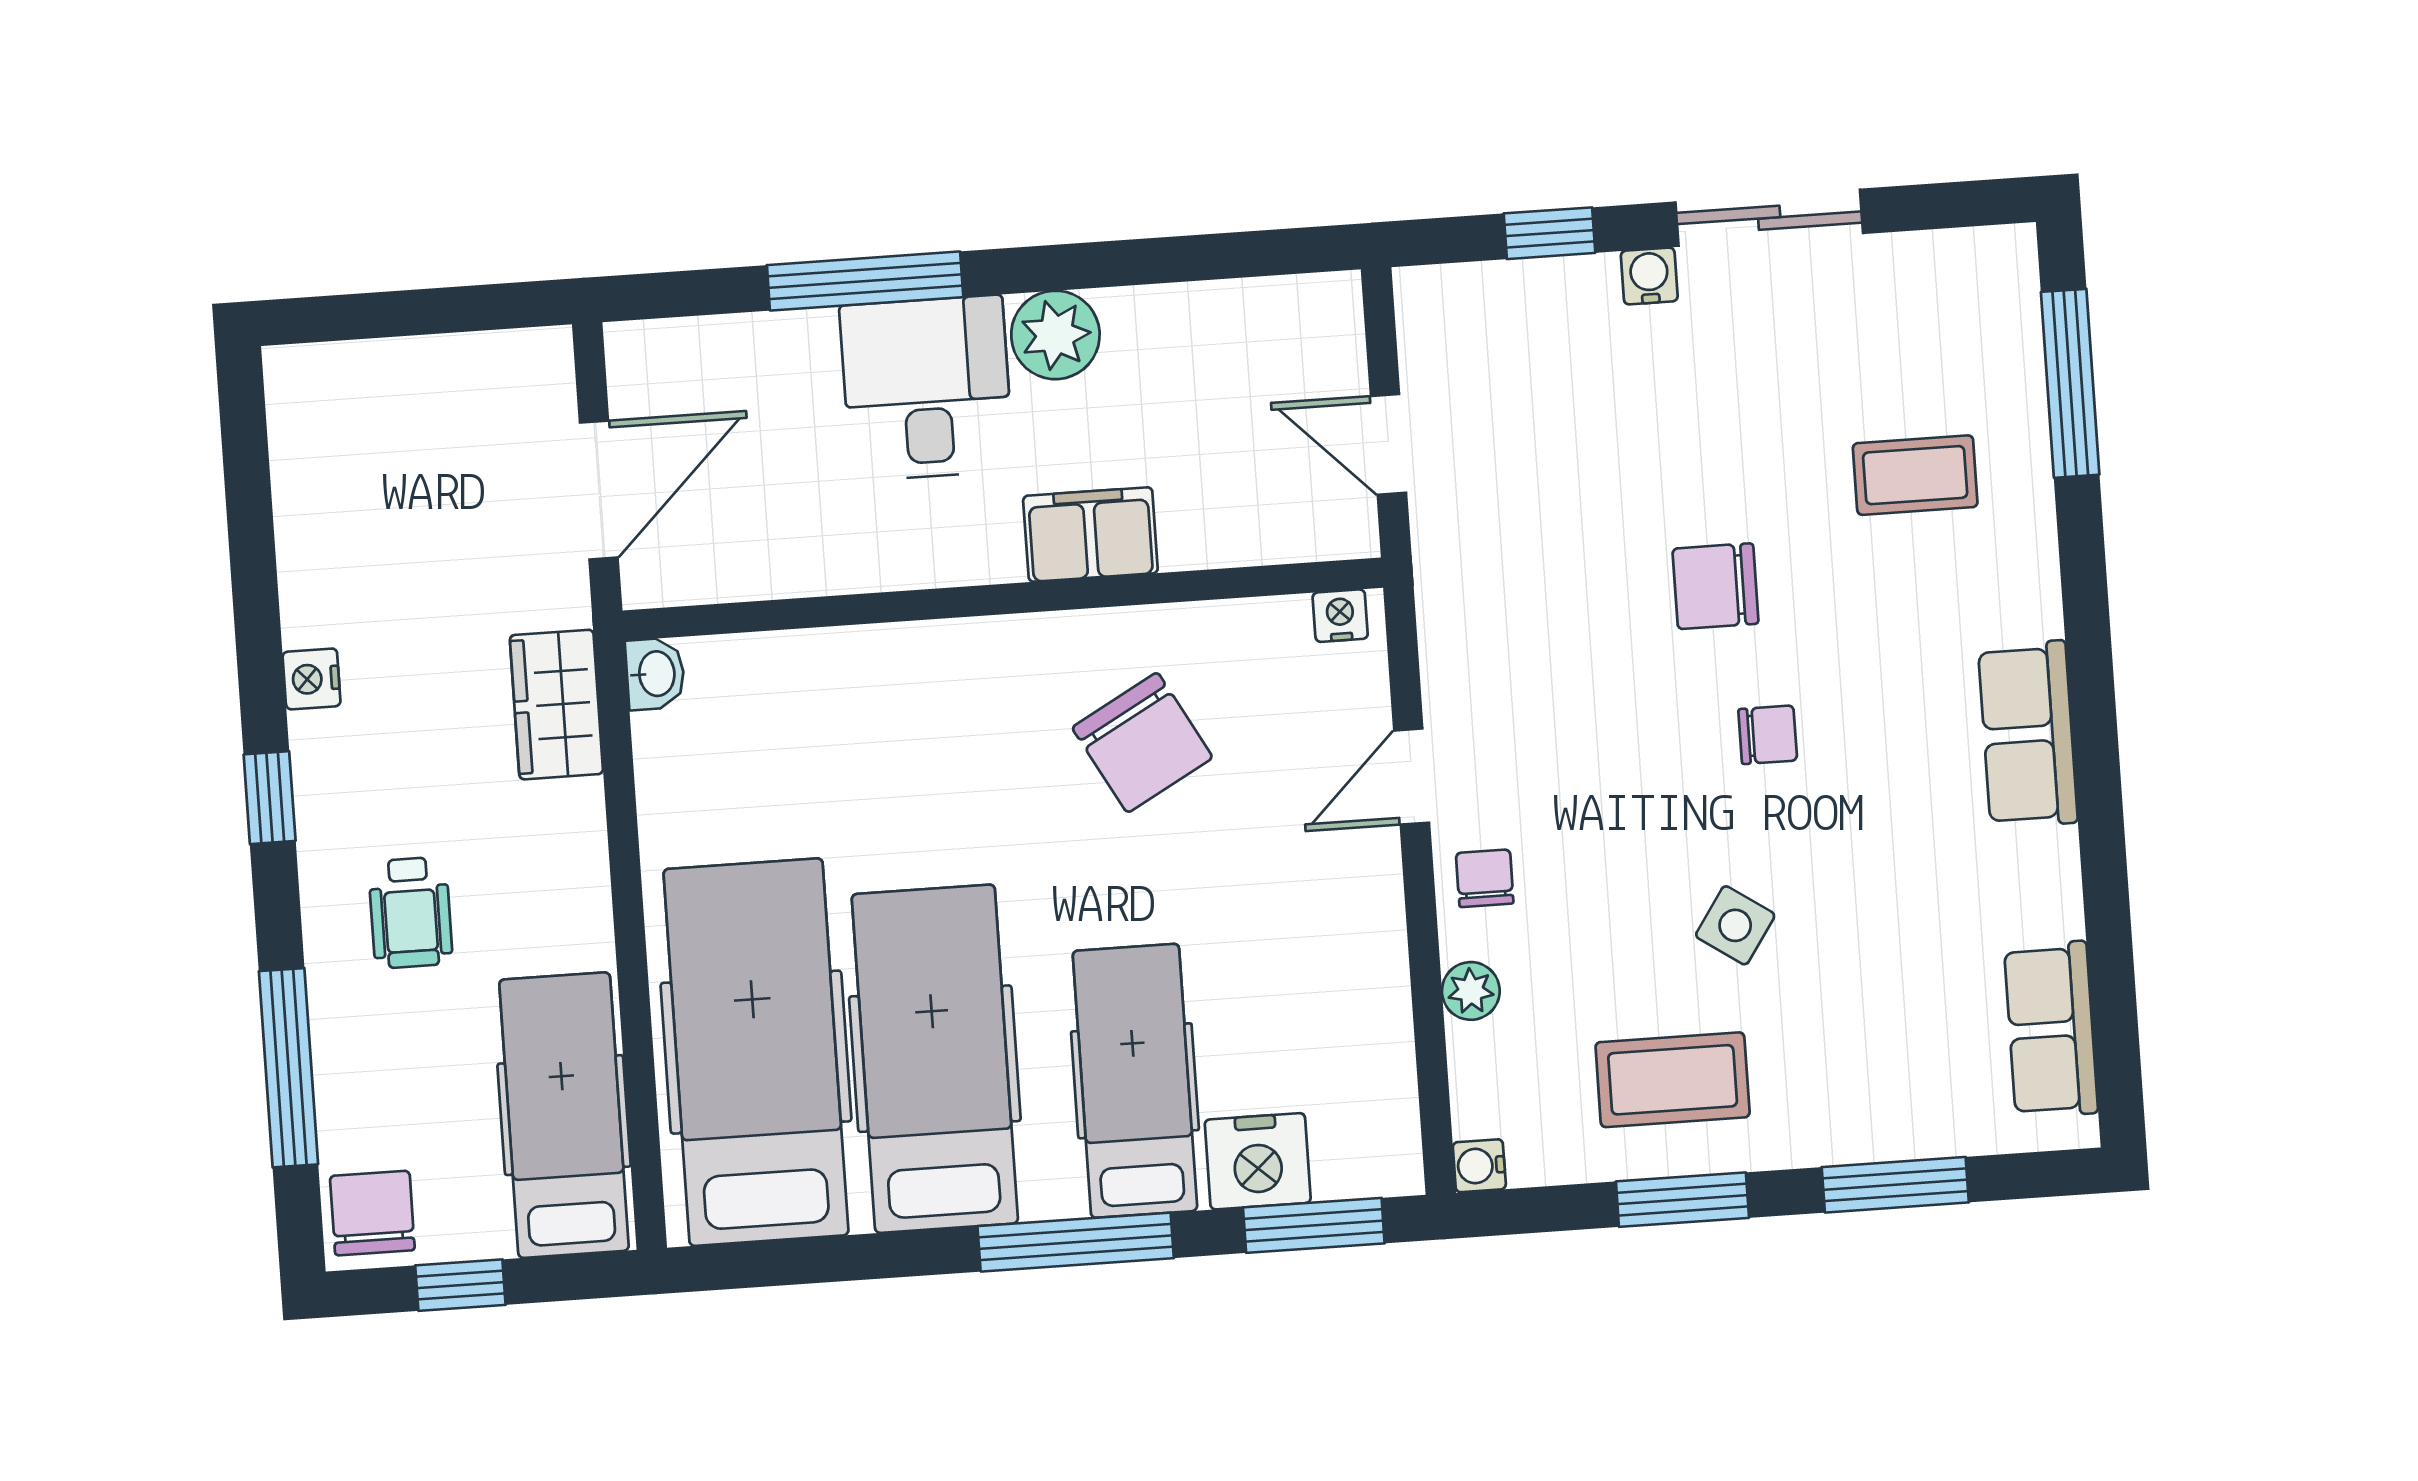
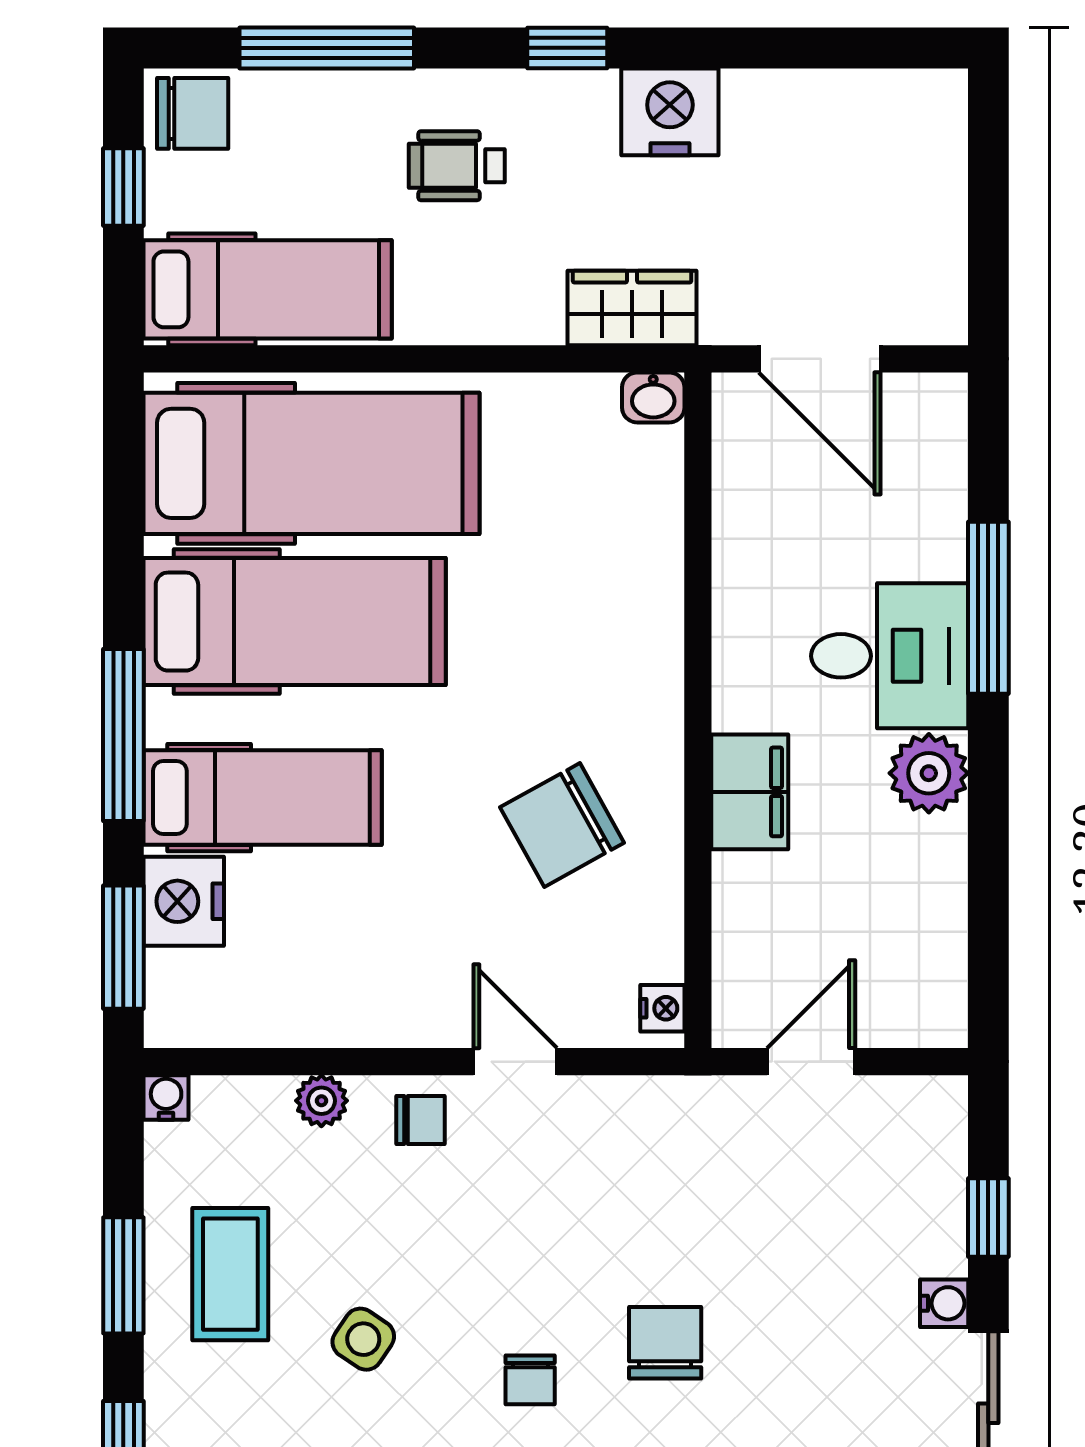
nightstand: (312, 679) -> (670, 112), width x1.89, depth x1.79

